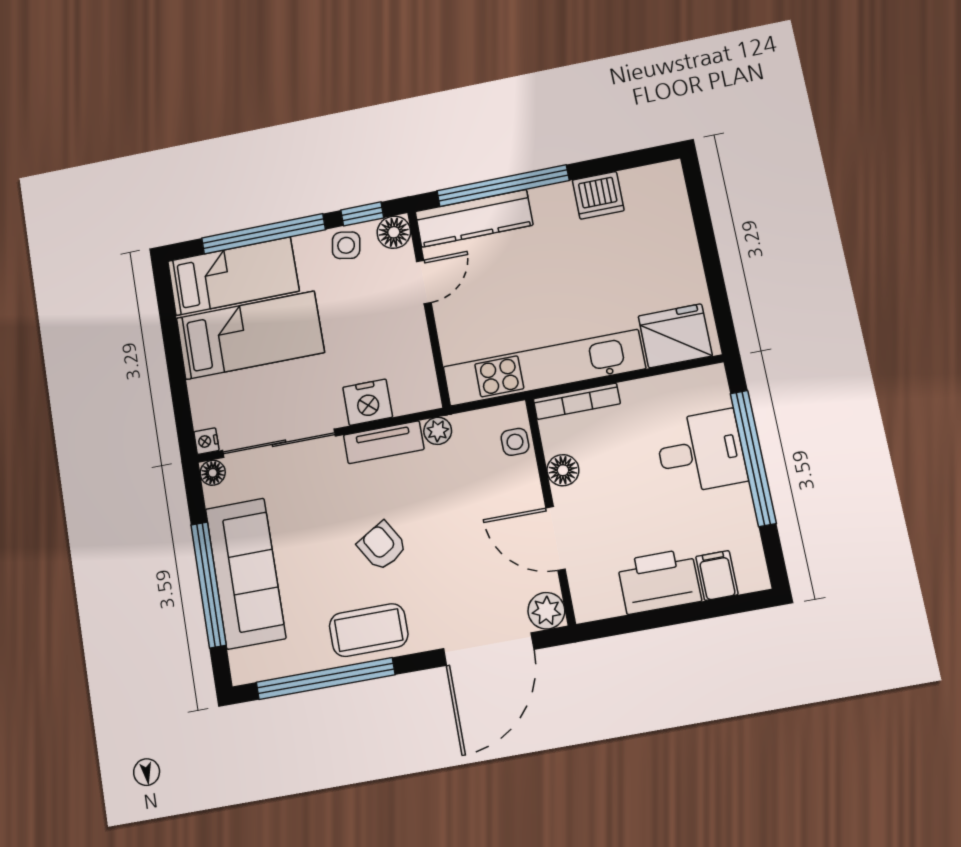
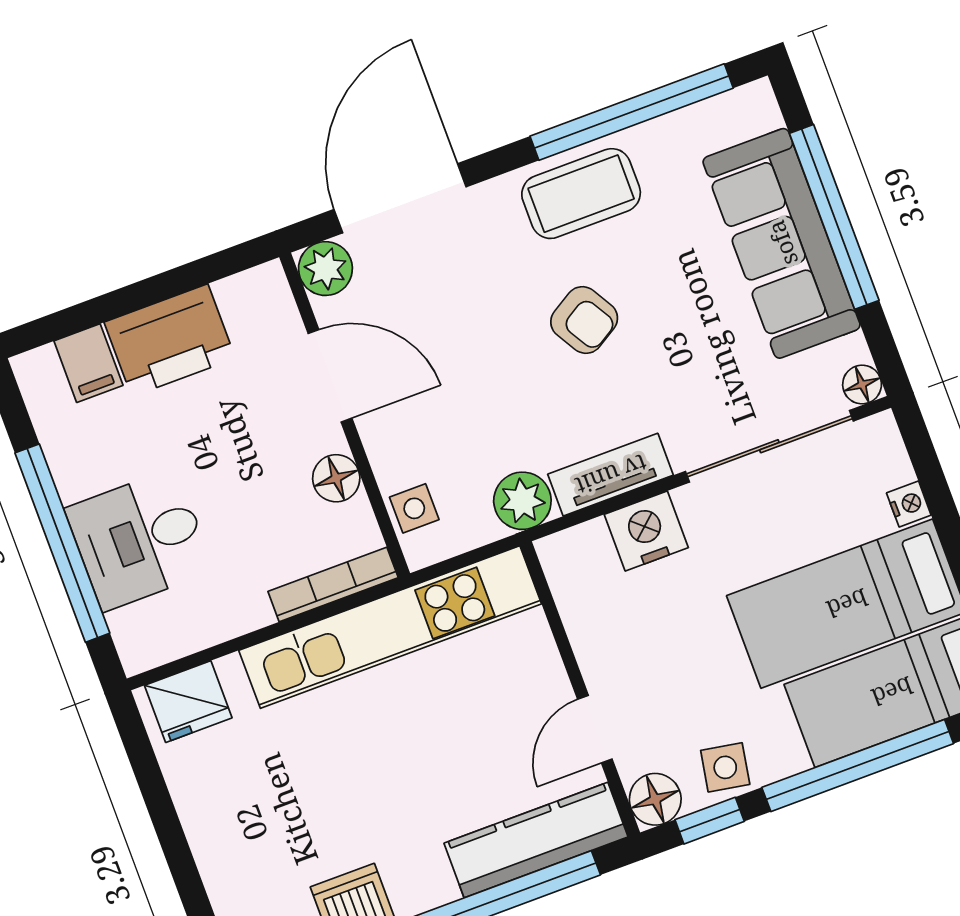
fridge: (675, 336) -> (188, 702), width x0.73, depth x0.75
plant: (438, 431) -> (522, 501), width x1.38, depth x1.38
nightstand: (206, 441) -> (909, 504), moved

